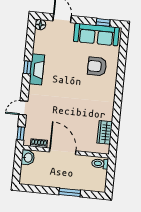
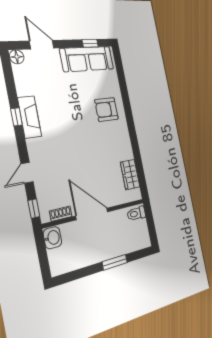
armchair: (97, 66) -> (106, 109), moved

